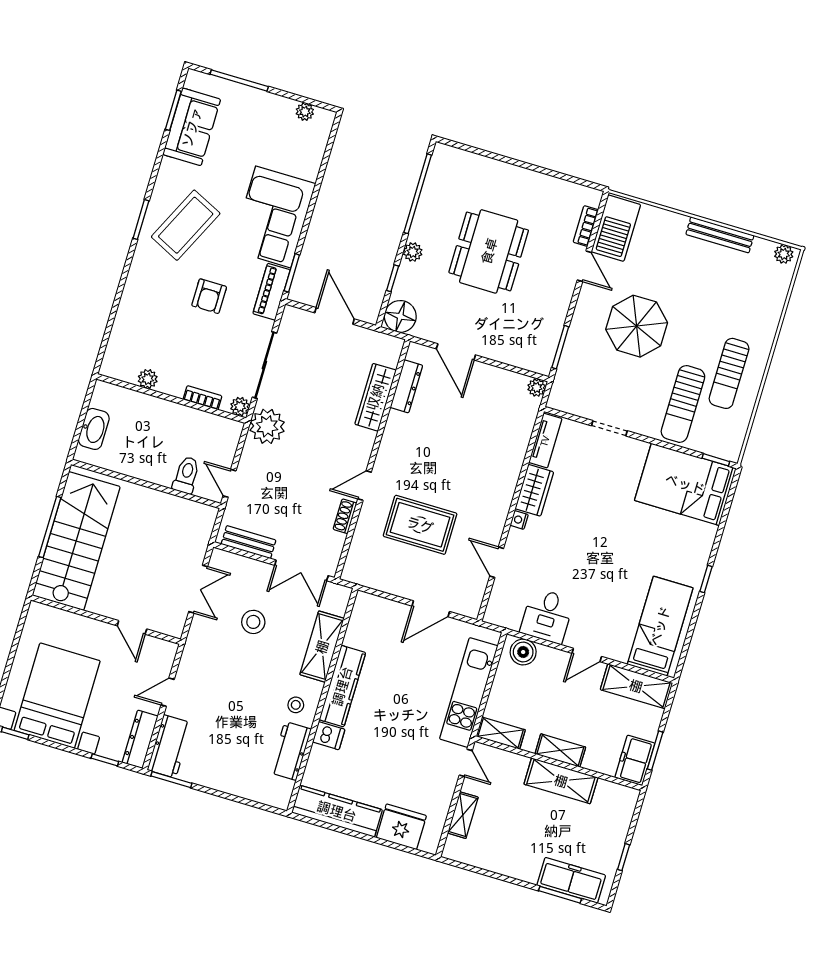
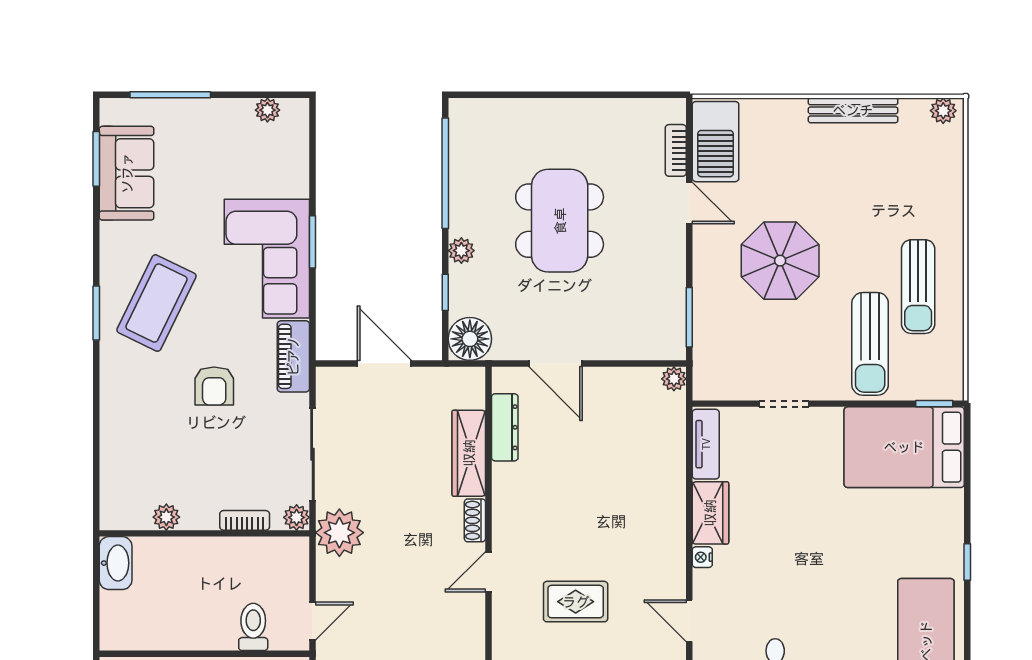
window: (292, 273) -> (312, 242), moved
washbasin: (94, 429) -> (116, 563), moved
door: (229, 483) -> (312, 621), swing flipped
shoe rack: (345, 516) -> (475, 520), moved
rug: (420, 525) -> (576, 602), width x0.73, depth x0.70

